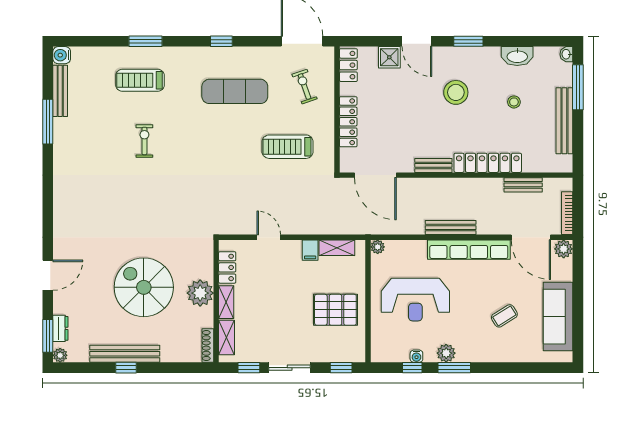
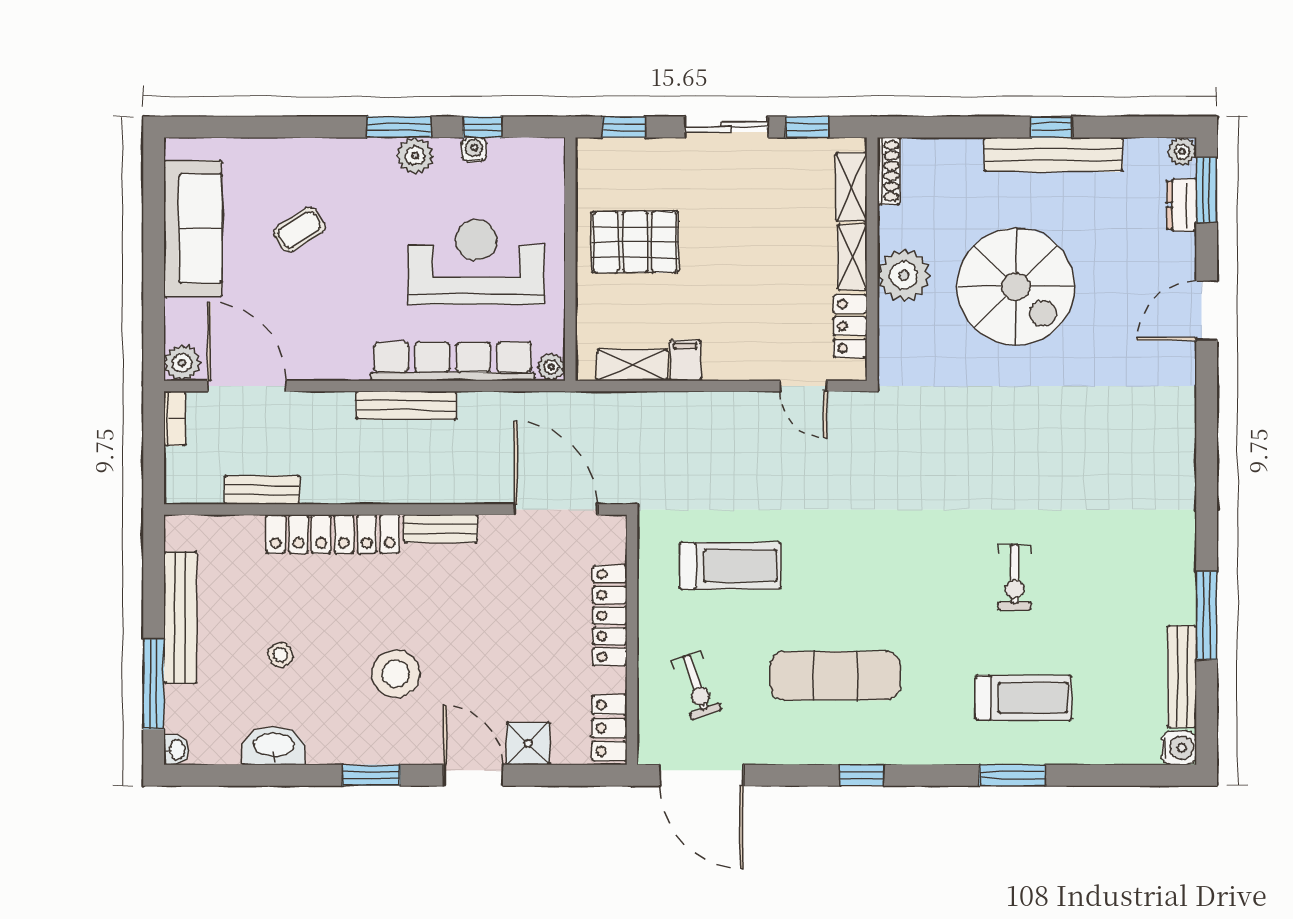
bookcase: (567, 213) -> (175, 418), width x0.64
door: (269, 237) -> (803, 386), moved
row of seats: (469, 250) -> (453, 361), moved

